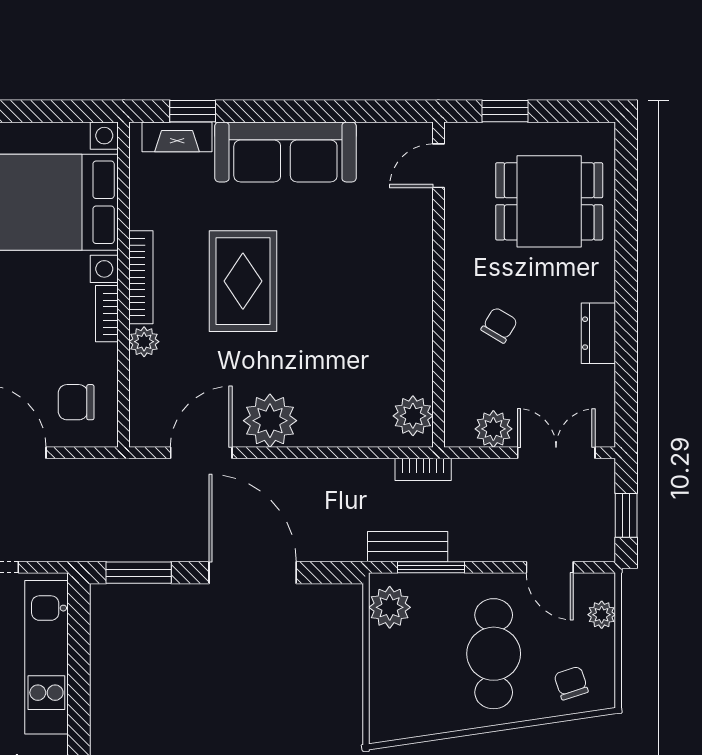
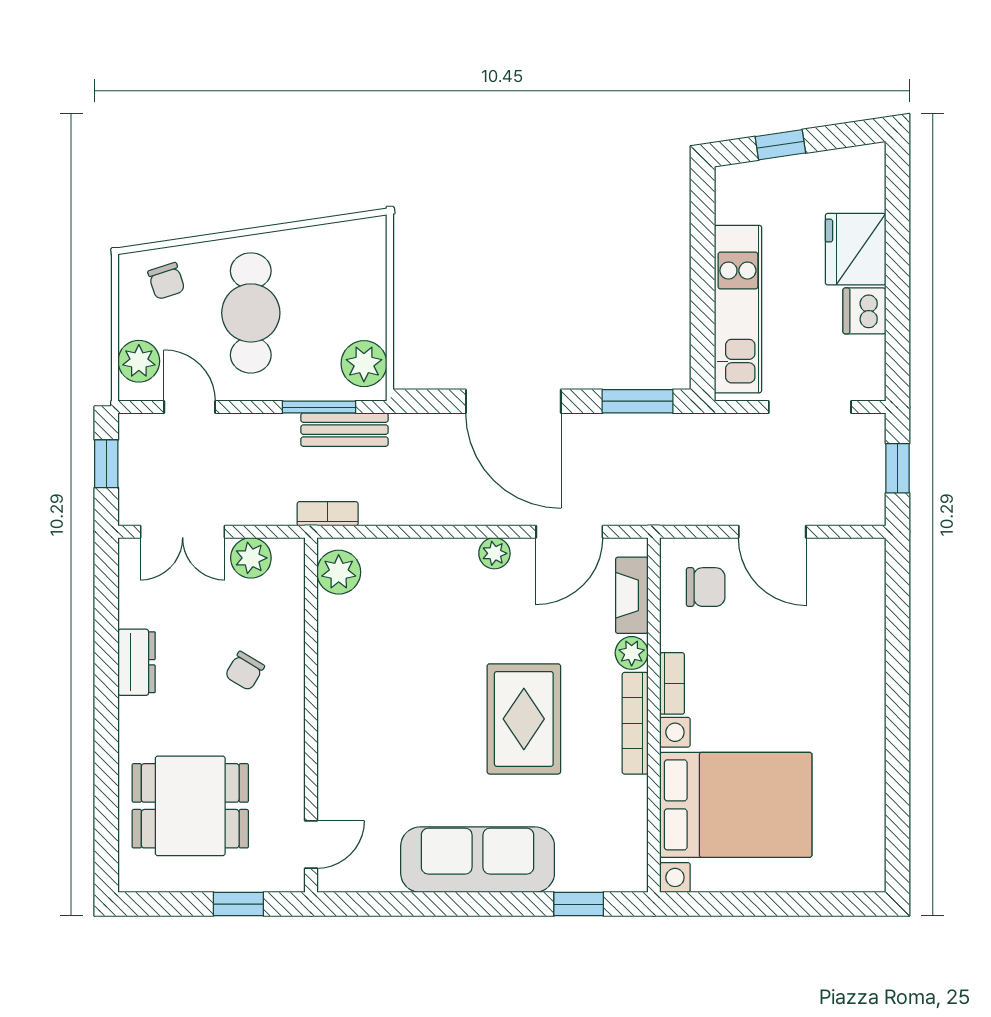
fireplace: (177, 137) -> (632, 595), moved, turned -90
plant: (270, 421) -> (494, 553), width x0.53, depth x0.53
plant: (602, 615) -> (139, 361), width x1.38, depth x1.38

